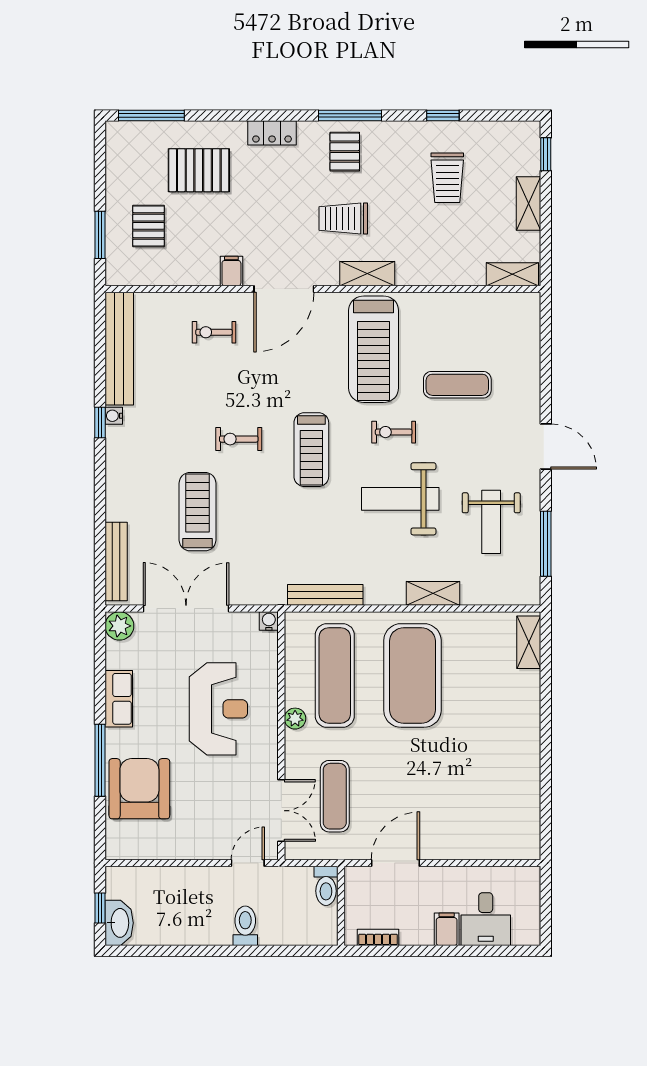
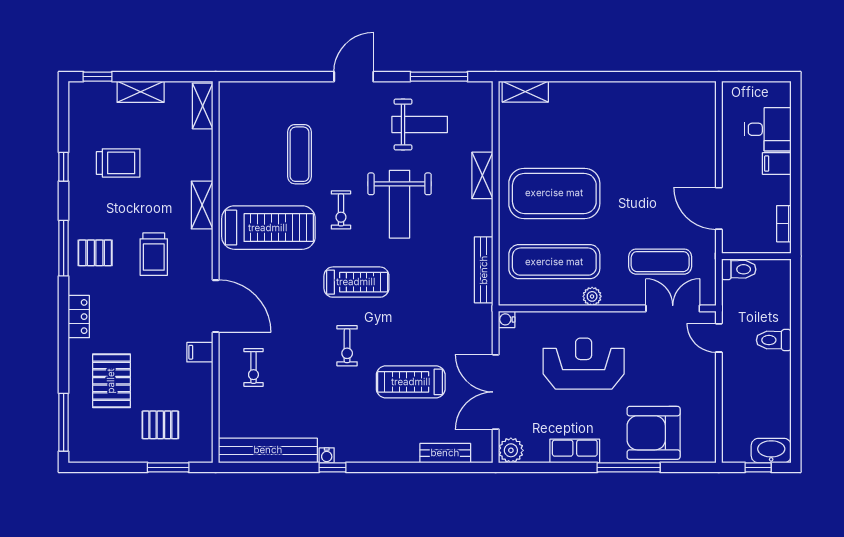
shelving: (367, 274) -> (202, 205), moved
bench: (116, 561) -> (445, 453), width x0.73

